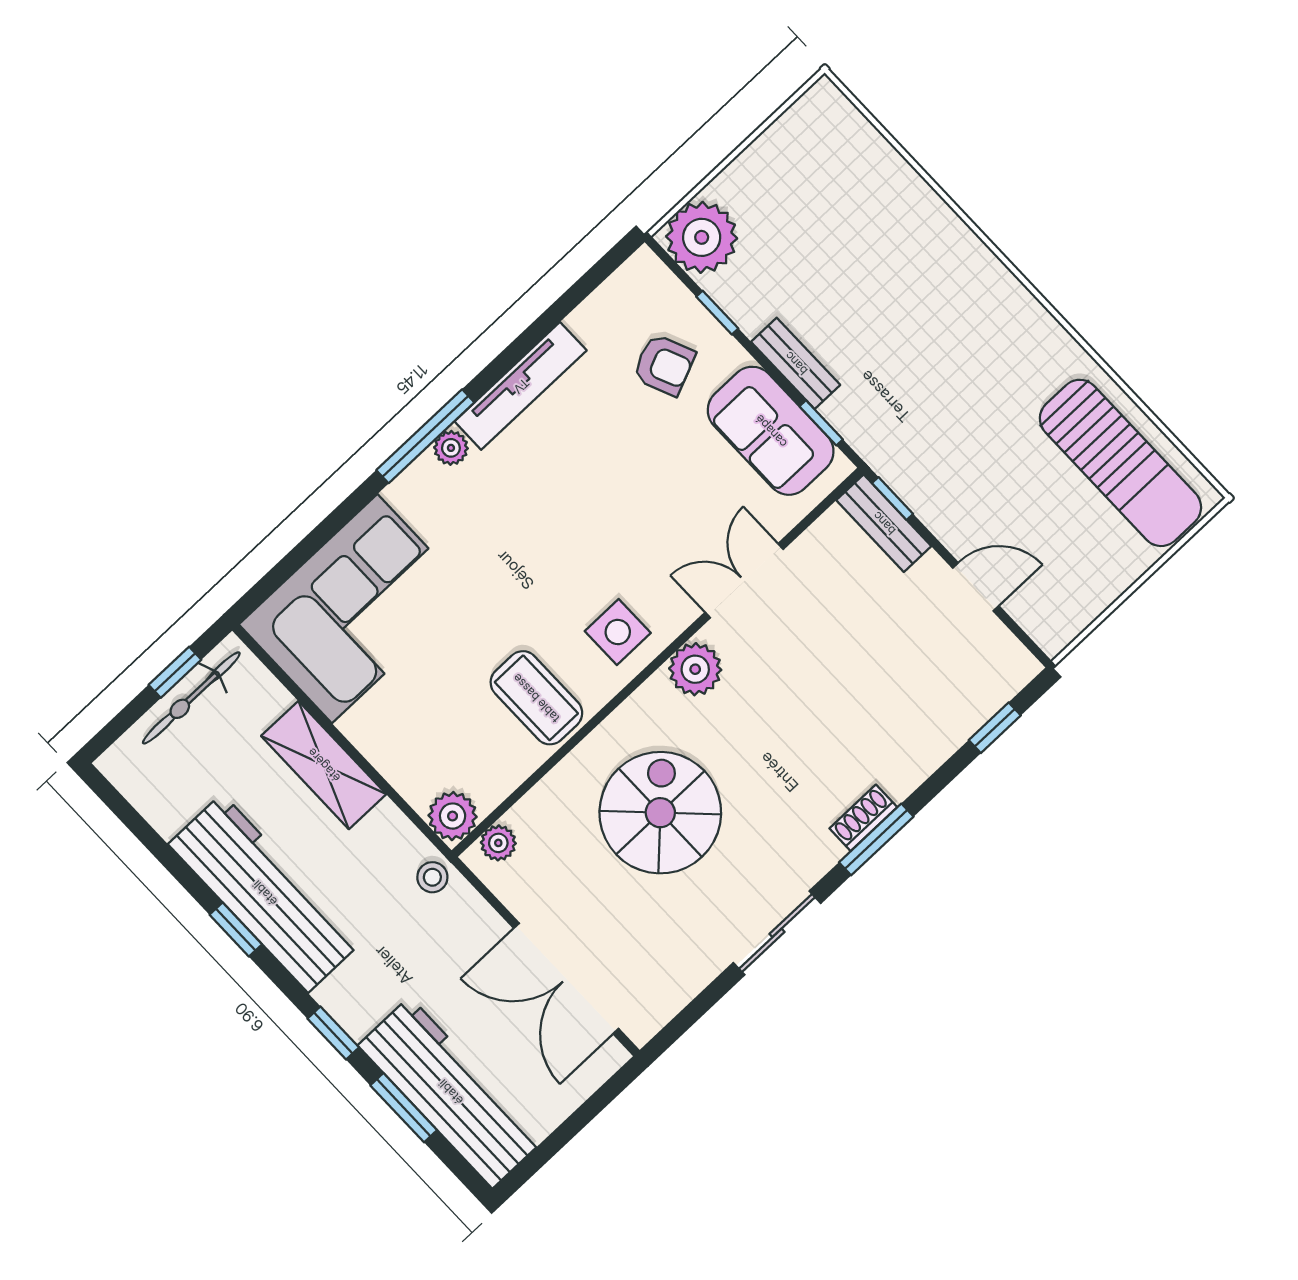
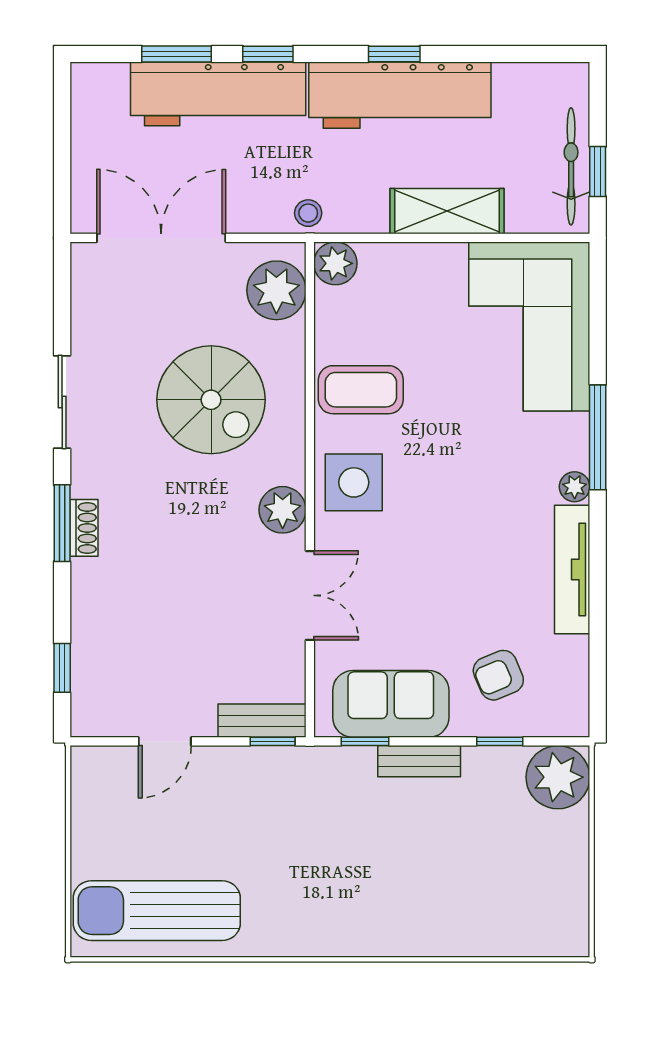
window: (425, 436) -> (598, 437), moved
side table: (618, 632) -> (354, 482), width x1.37, depth x1.37
plant: (498, 843) -> (276, 290), width x1.87, depth x1.87
workbench: (451, 1092) -> (218, 94), moved

